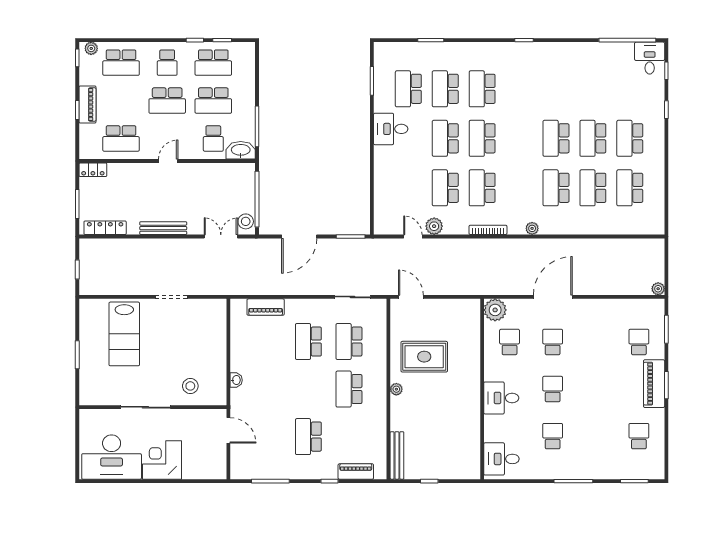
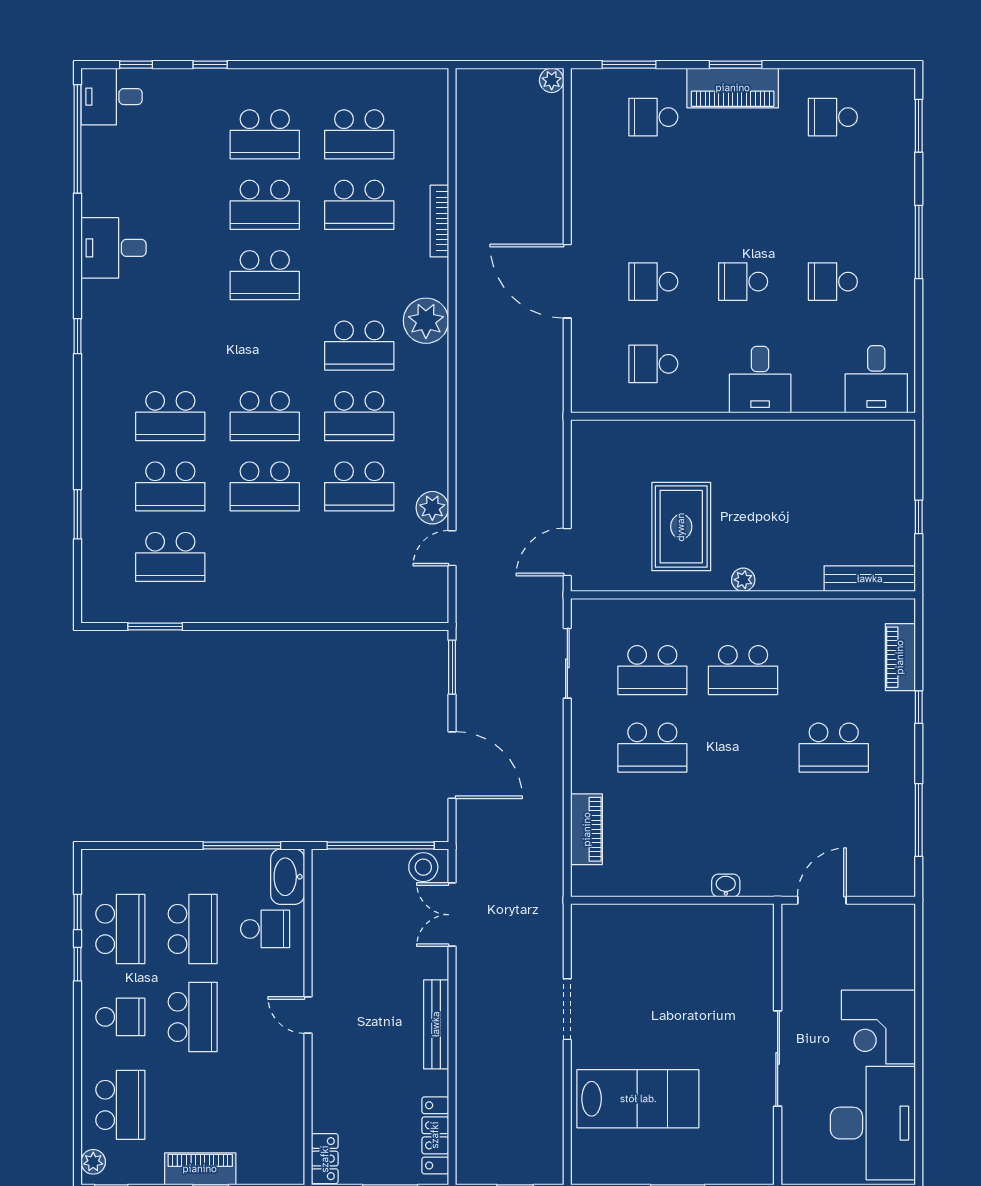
desk: (391, 129) -> (114, 248), moved, turned 90
school desk: (121, 139) -> (265, 1105), removed
school desk: (556, 188) -> (359, 346), moved
plant: (532, 228) -> (426, 321), width x1.87, depth x1.87
bookcase: (488, 230) -> (439, 221), moved
plant: (495, 310) -> (592, 391), removed
stool: (190, 386) -> (737, 973), removed

